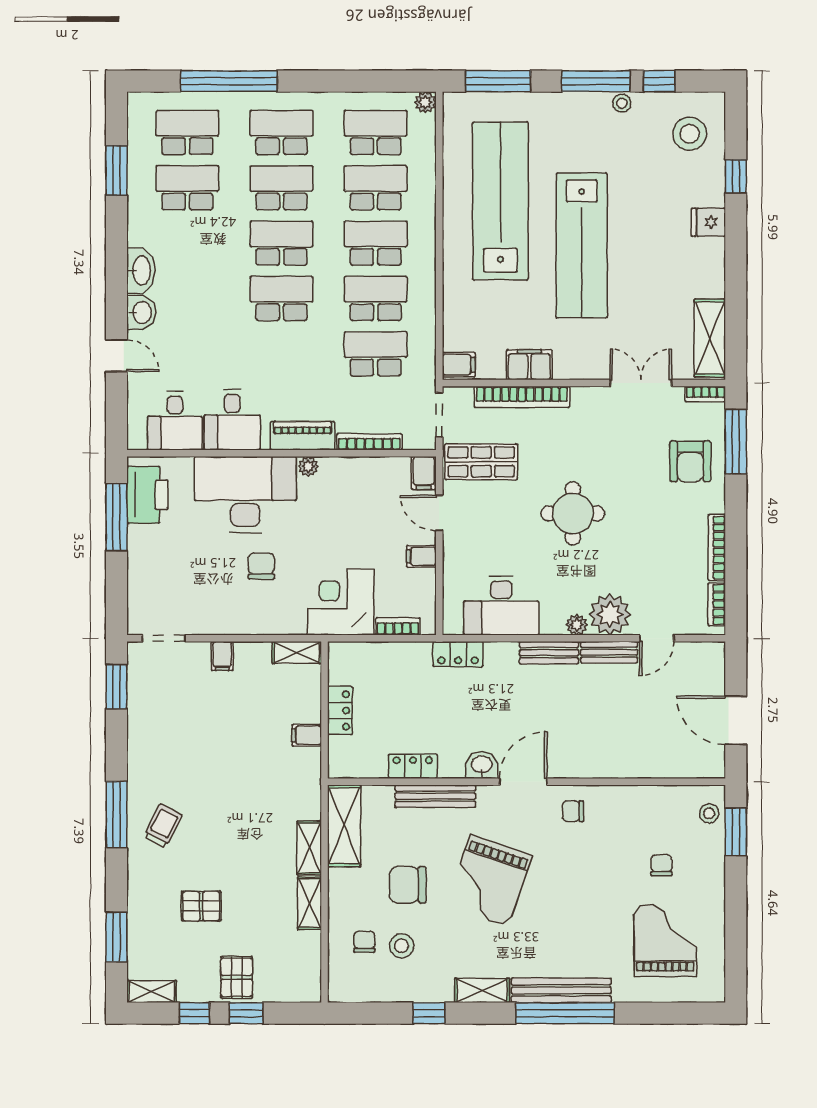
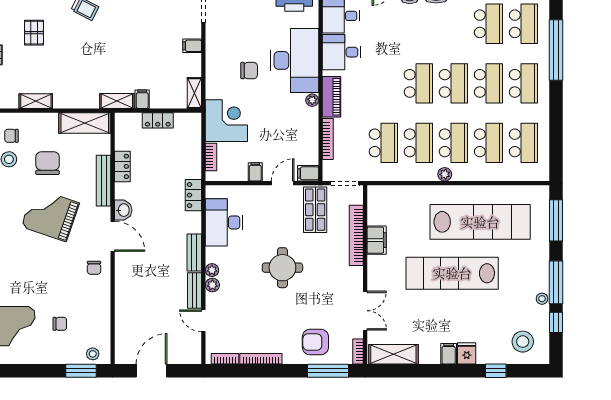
plant: (425, 102) -> (445, 174), moved
filing cabinet: (459, 365) -> (449, 354), moved, turned 180
plant: (610, 615) -> (212, 285), width x0.53, depth x0.53
chair: (573, 811) -> (94, 268), turned 180
shelving: (309, 848) -> (117, 101), moved
chair: (364, 942) -> (11, 136), turned 180

